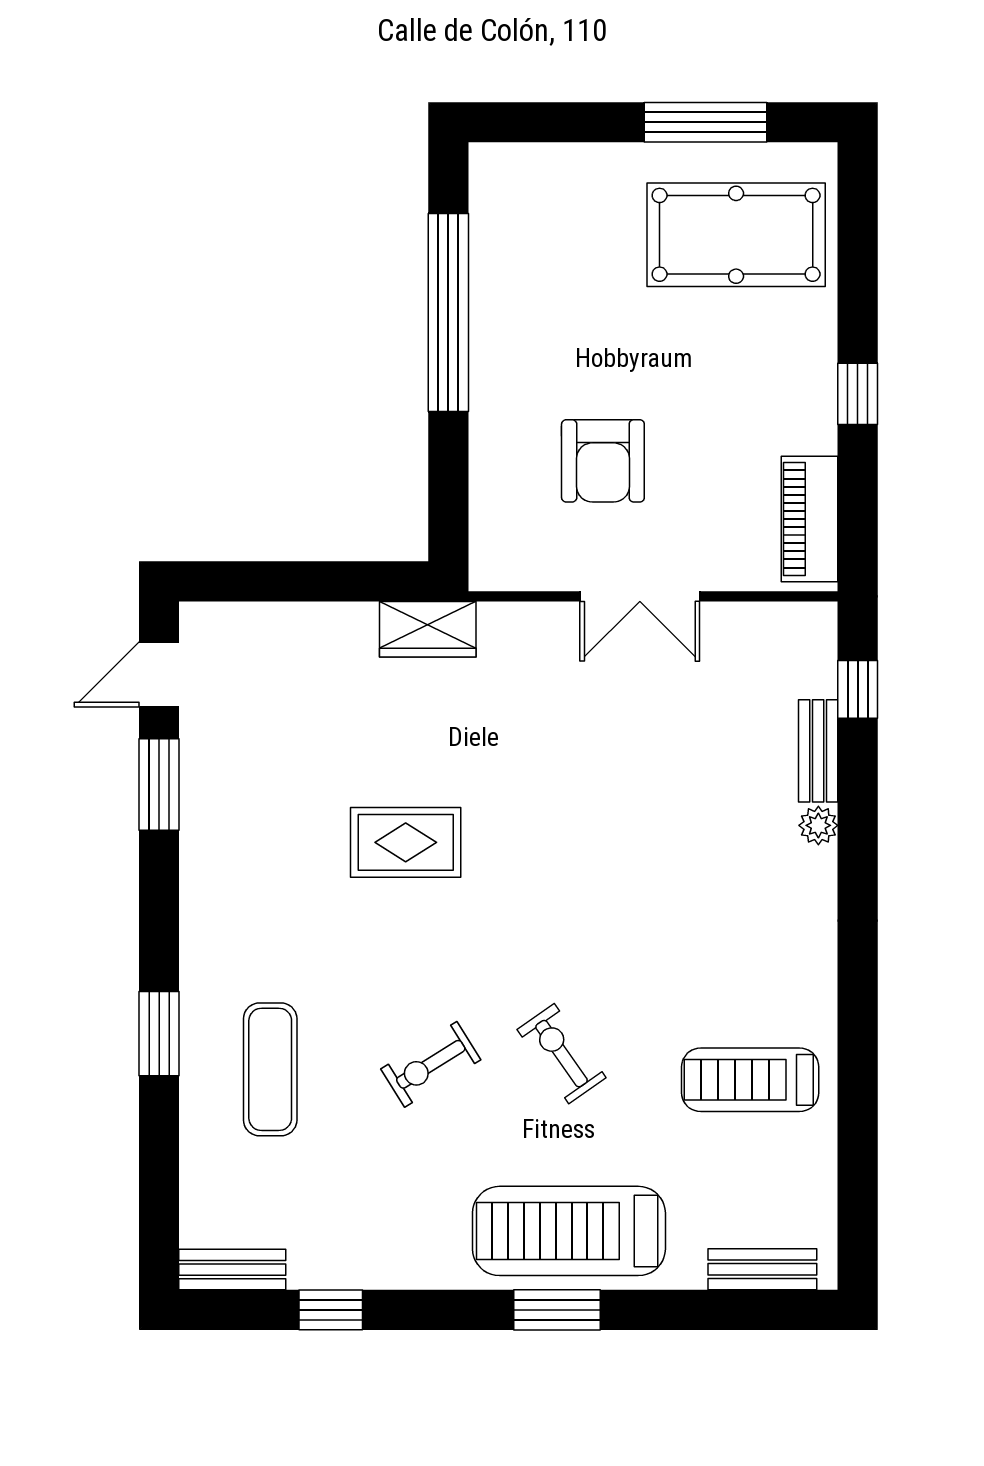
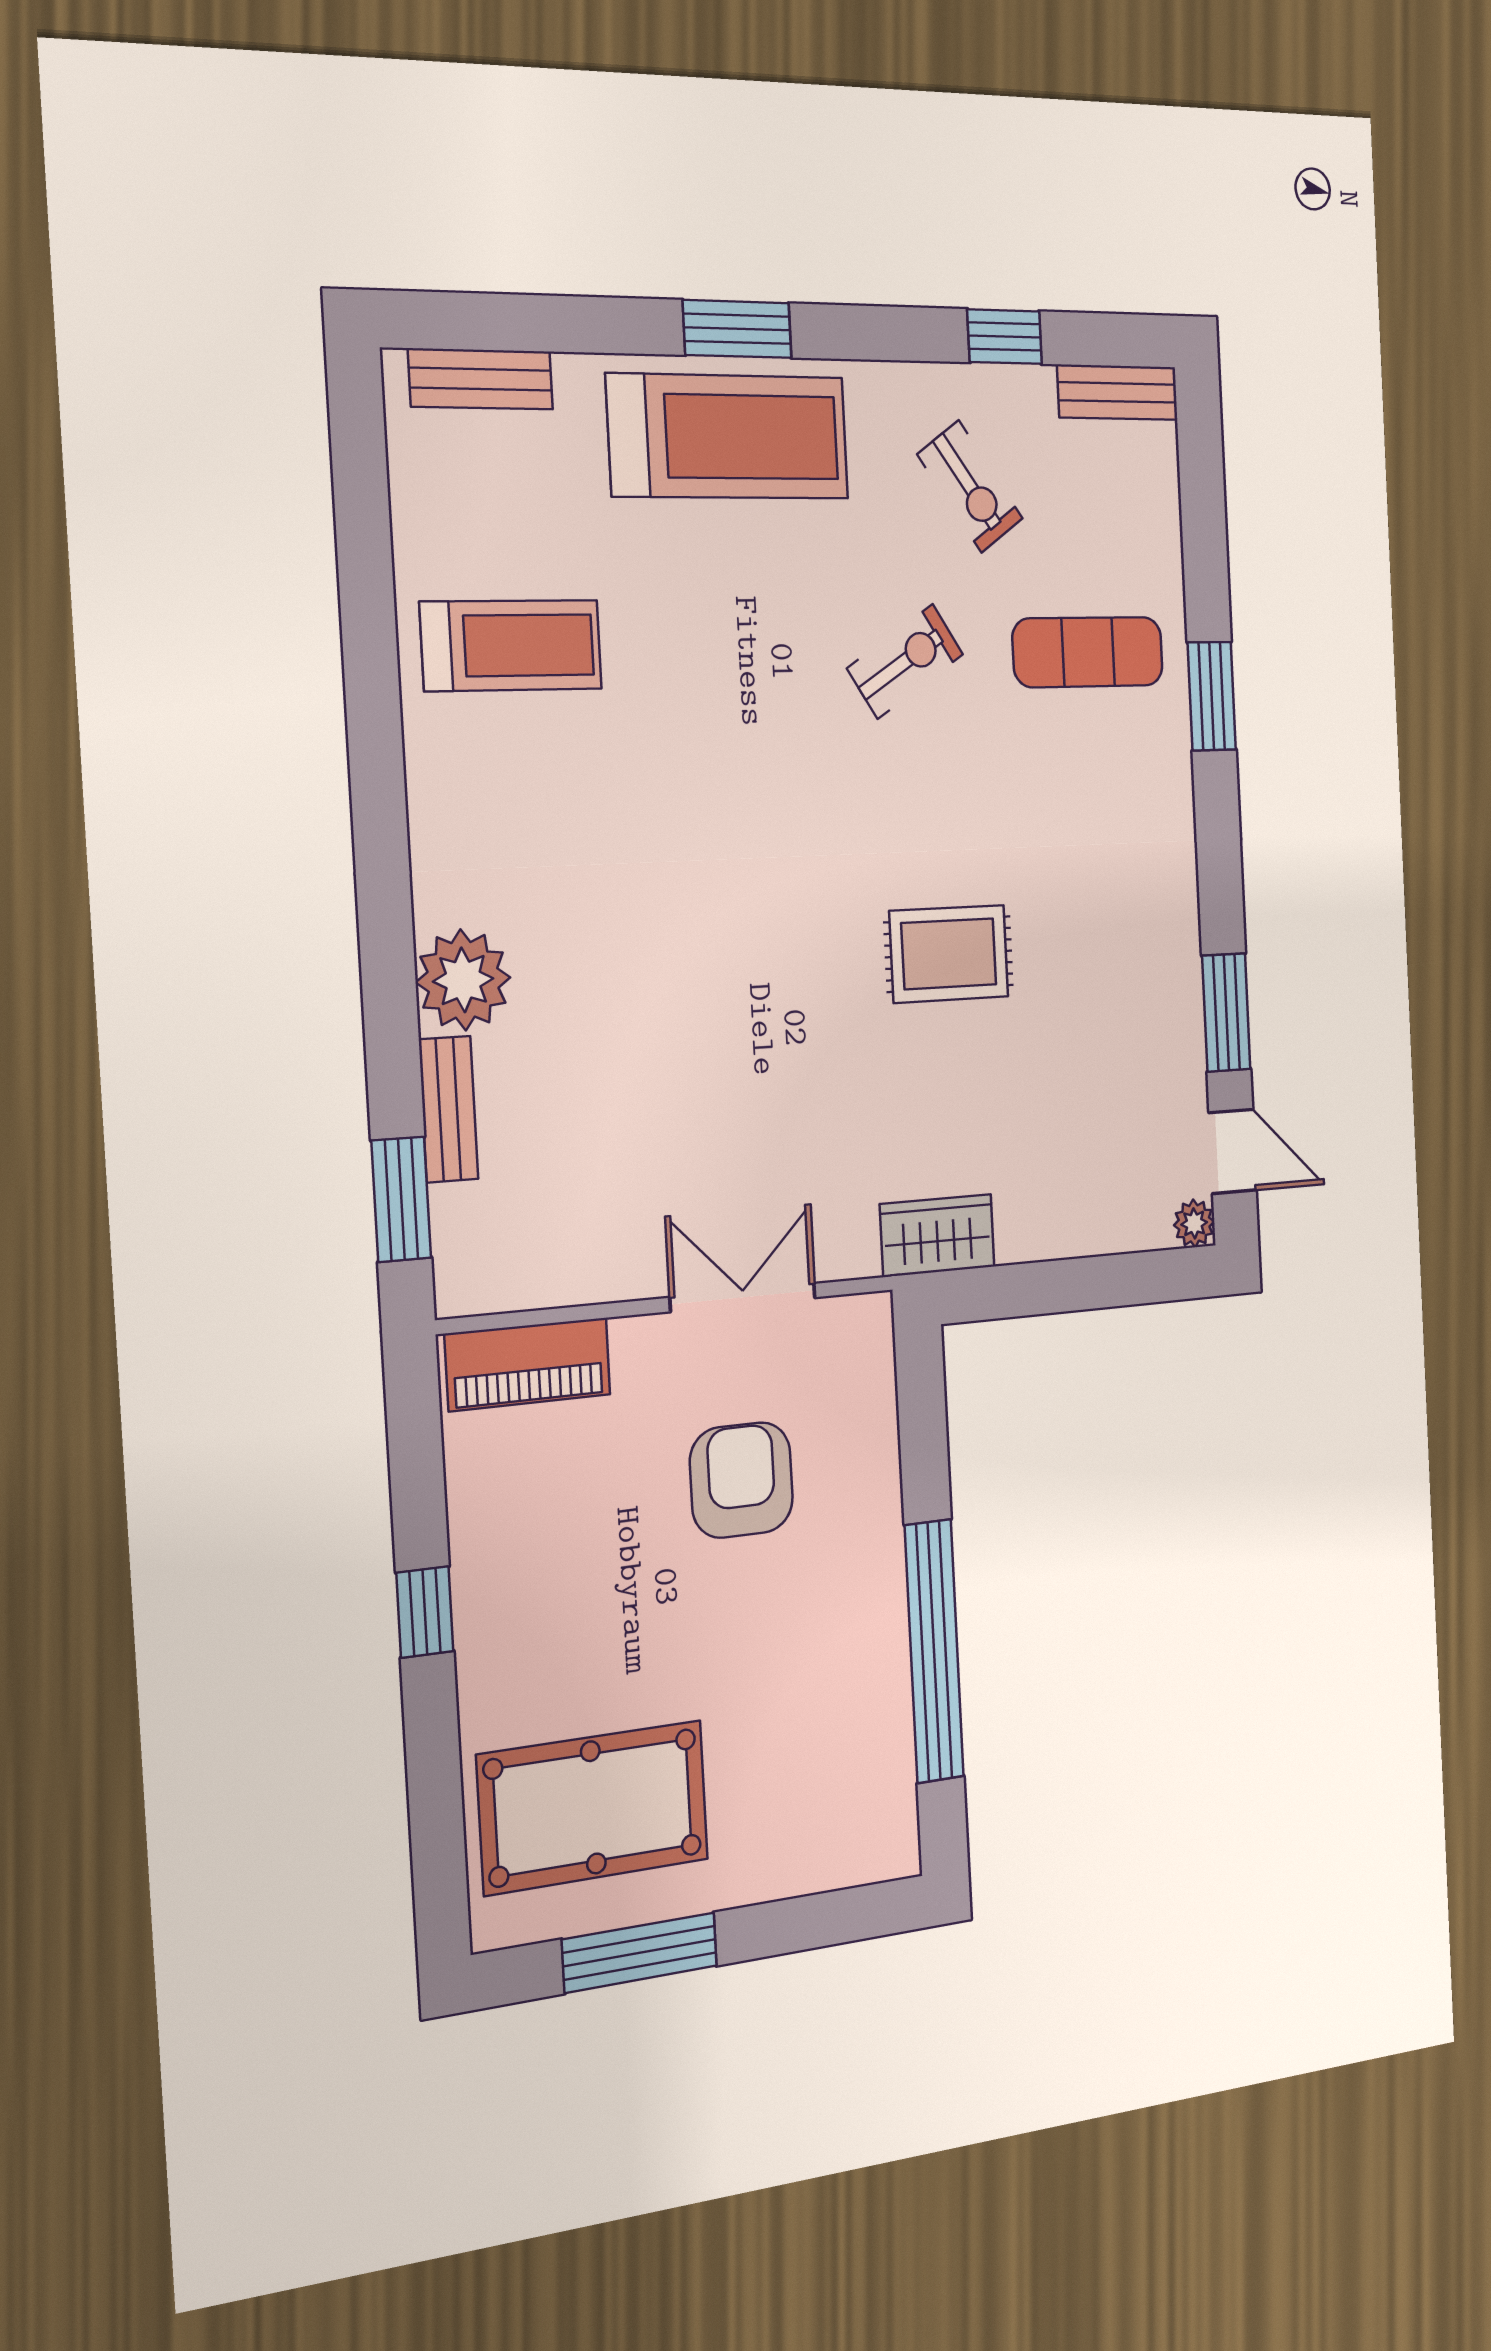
piano: (810, 519) -> (528, 1364), moved, turned 90
double door: (640, 596) -> (743, 1297), moved
plant: (198, 620) -> (1194, 1223), added
door: (159, 674) -> (1233, 1151), hinge flipped
window: (858, 689) -> (401, 1199), width x1.50
plant: (818, 825) -> (463, 980), width x1.88, depth x1.88
exercise bike: (562, 1054) -> (970, 486), moved
exercise mat: (270, 1069) -> (1088, 652), turned 90

